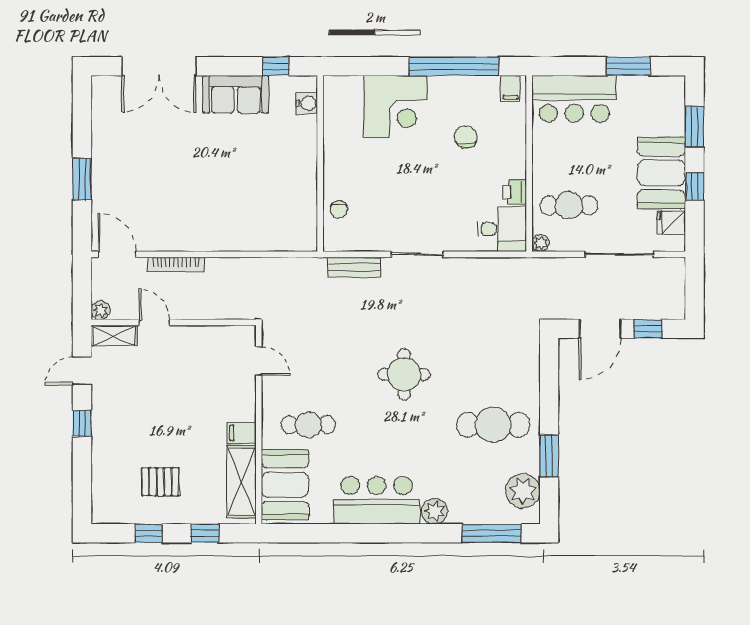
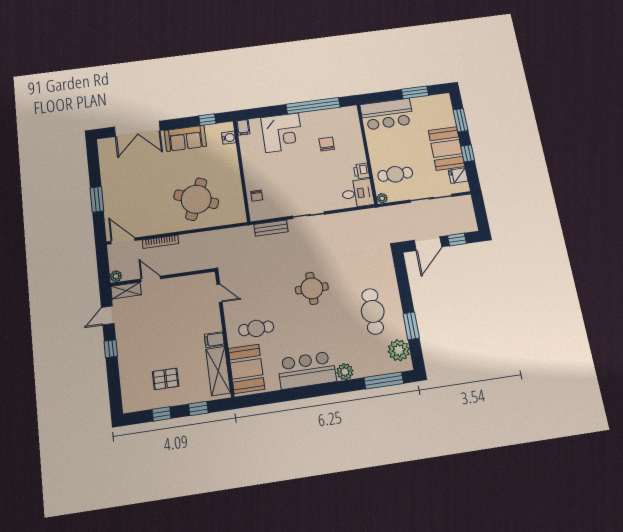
filing cabinet: (510, 88) -> (243, 127), moved
round table: (241, 202) -> (196, 199), added
cafe table: (493, 425) -> (373, 311), turned 90

